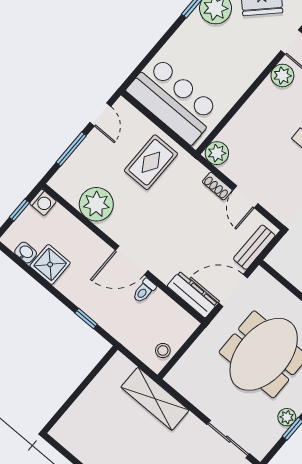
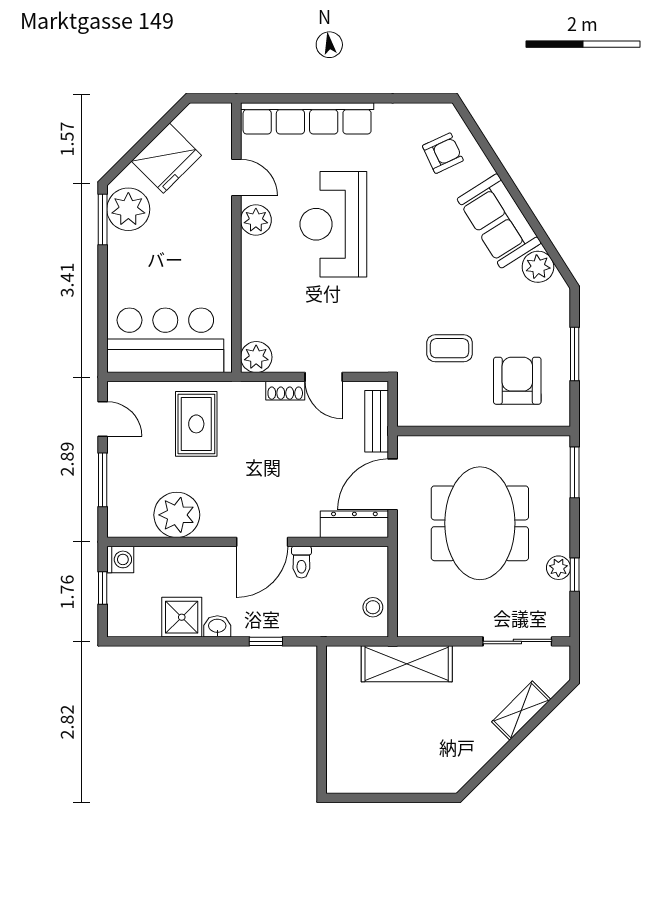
washbasin: (26, 253) -> (217, 626), moved

